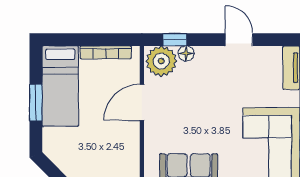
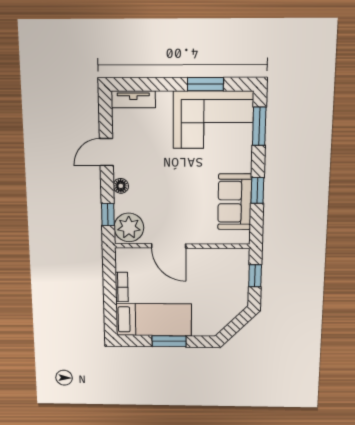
bookcase: (106, 52) -> (122, 287), width x0.64
floor lamp: (186, 54) -> (121, 186), moved

